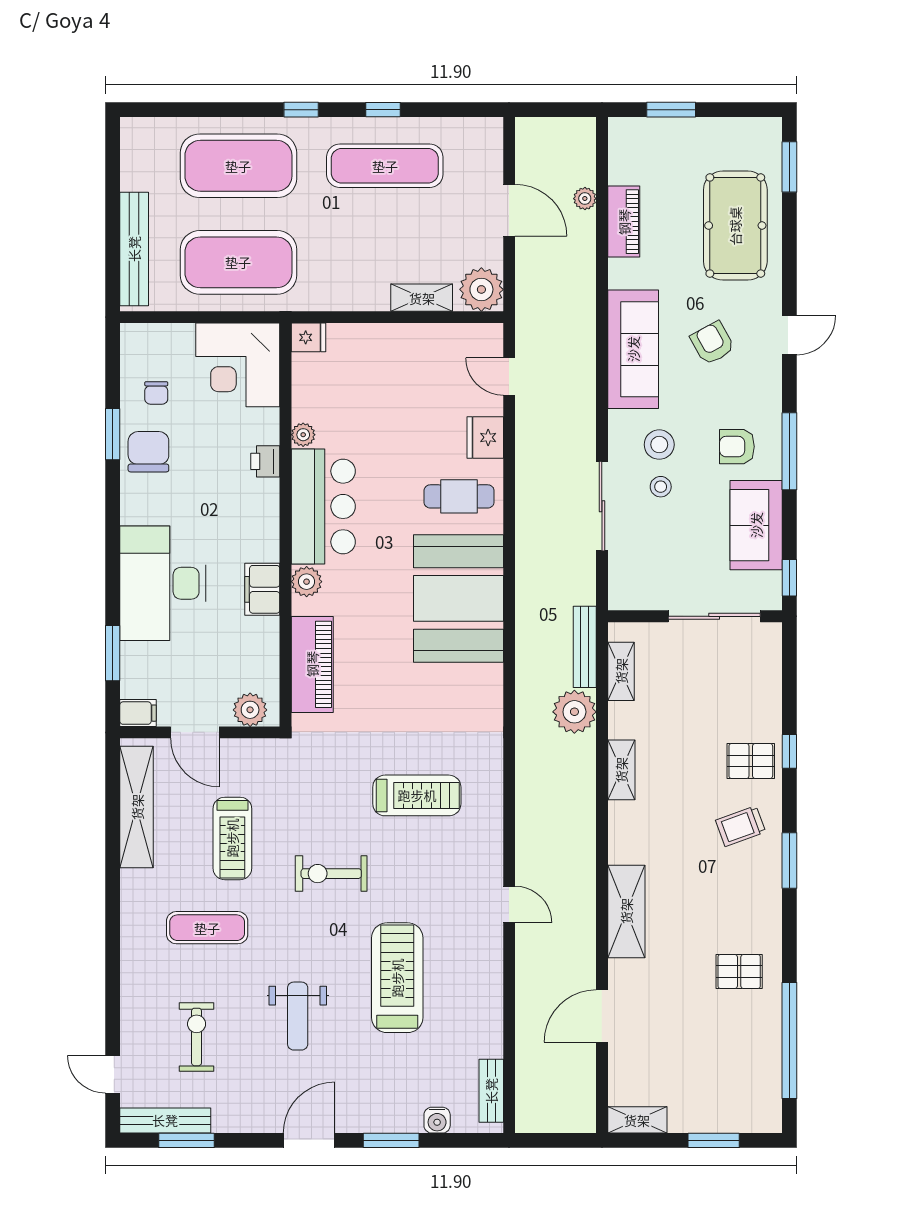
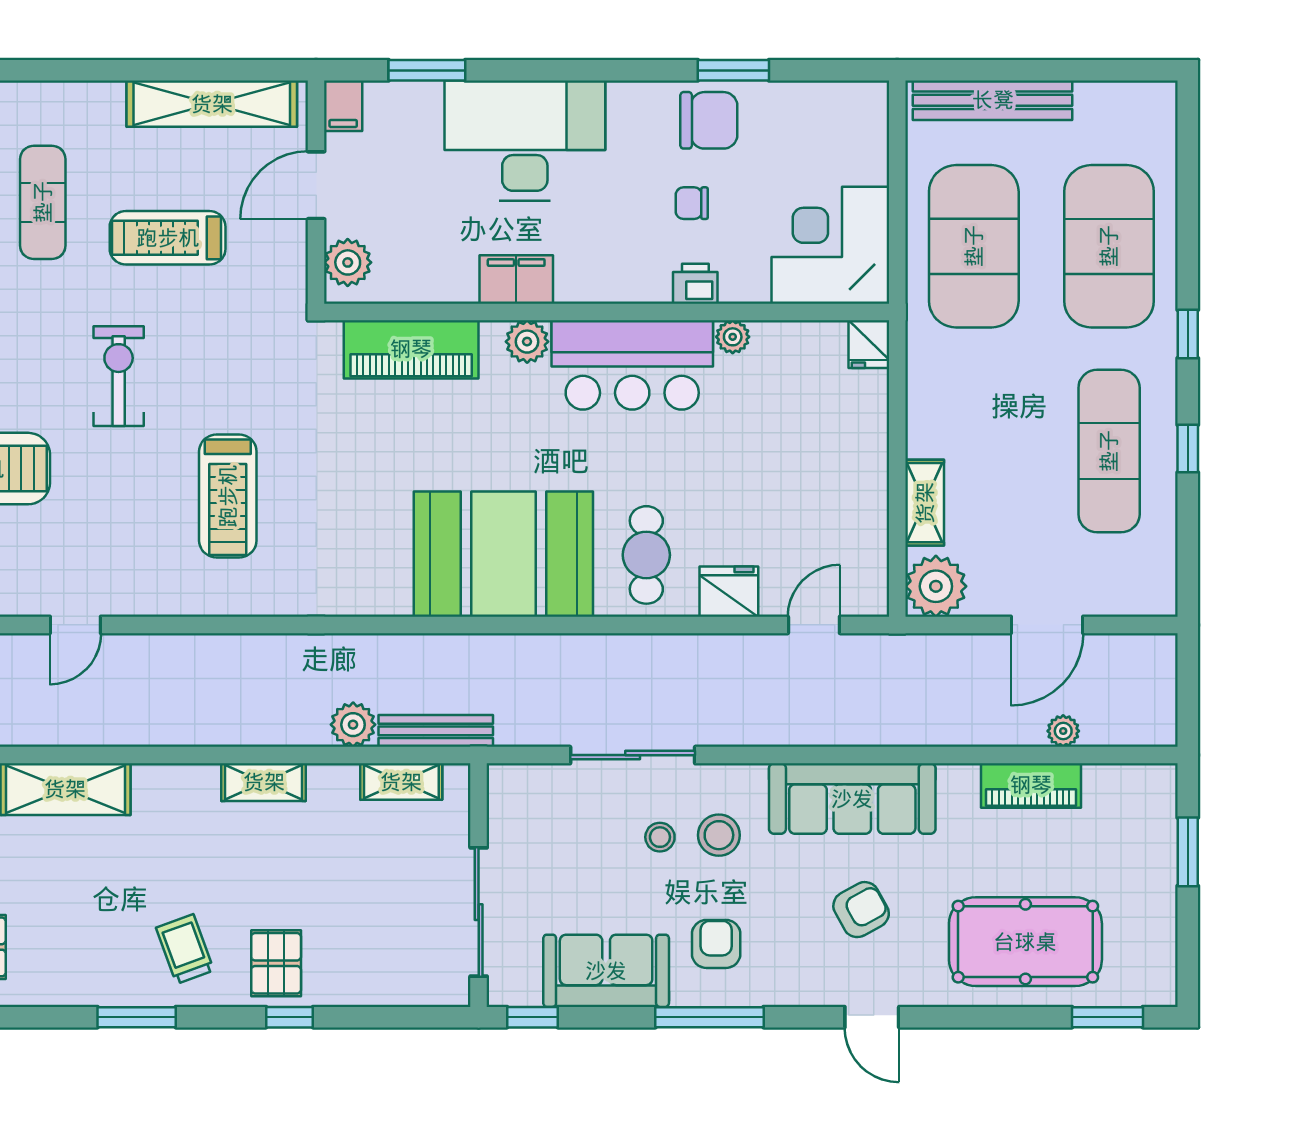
chair: (156, 393) -> (692, 203), moved
plant: (574, 712) -> (353, 725), width x0.73, depth x0.73

